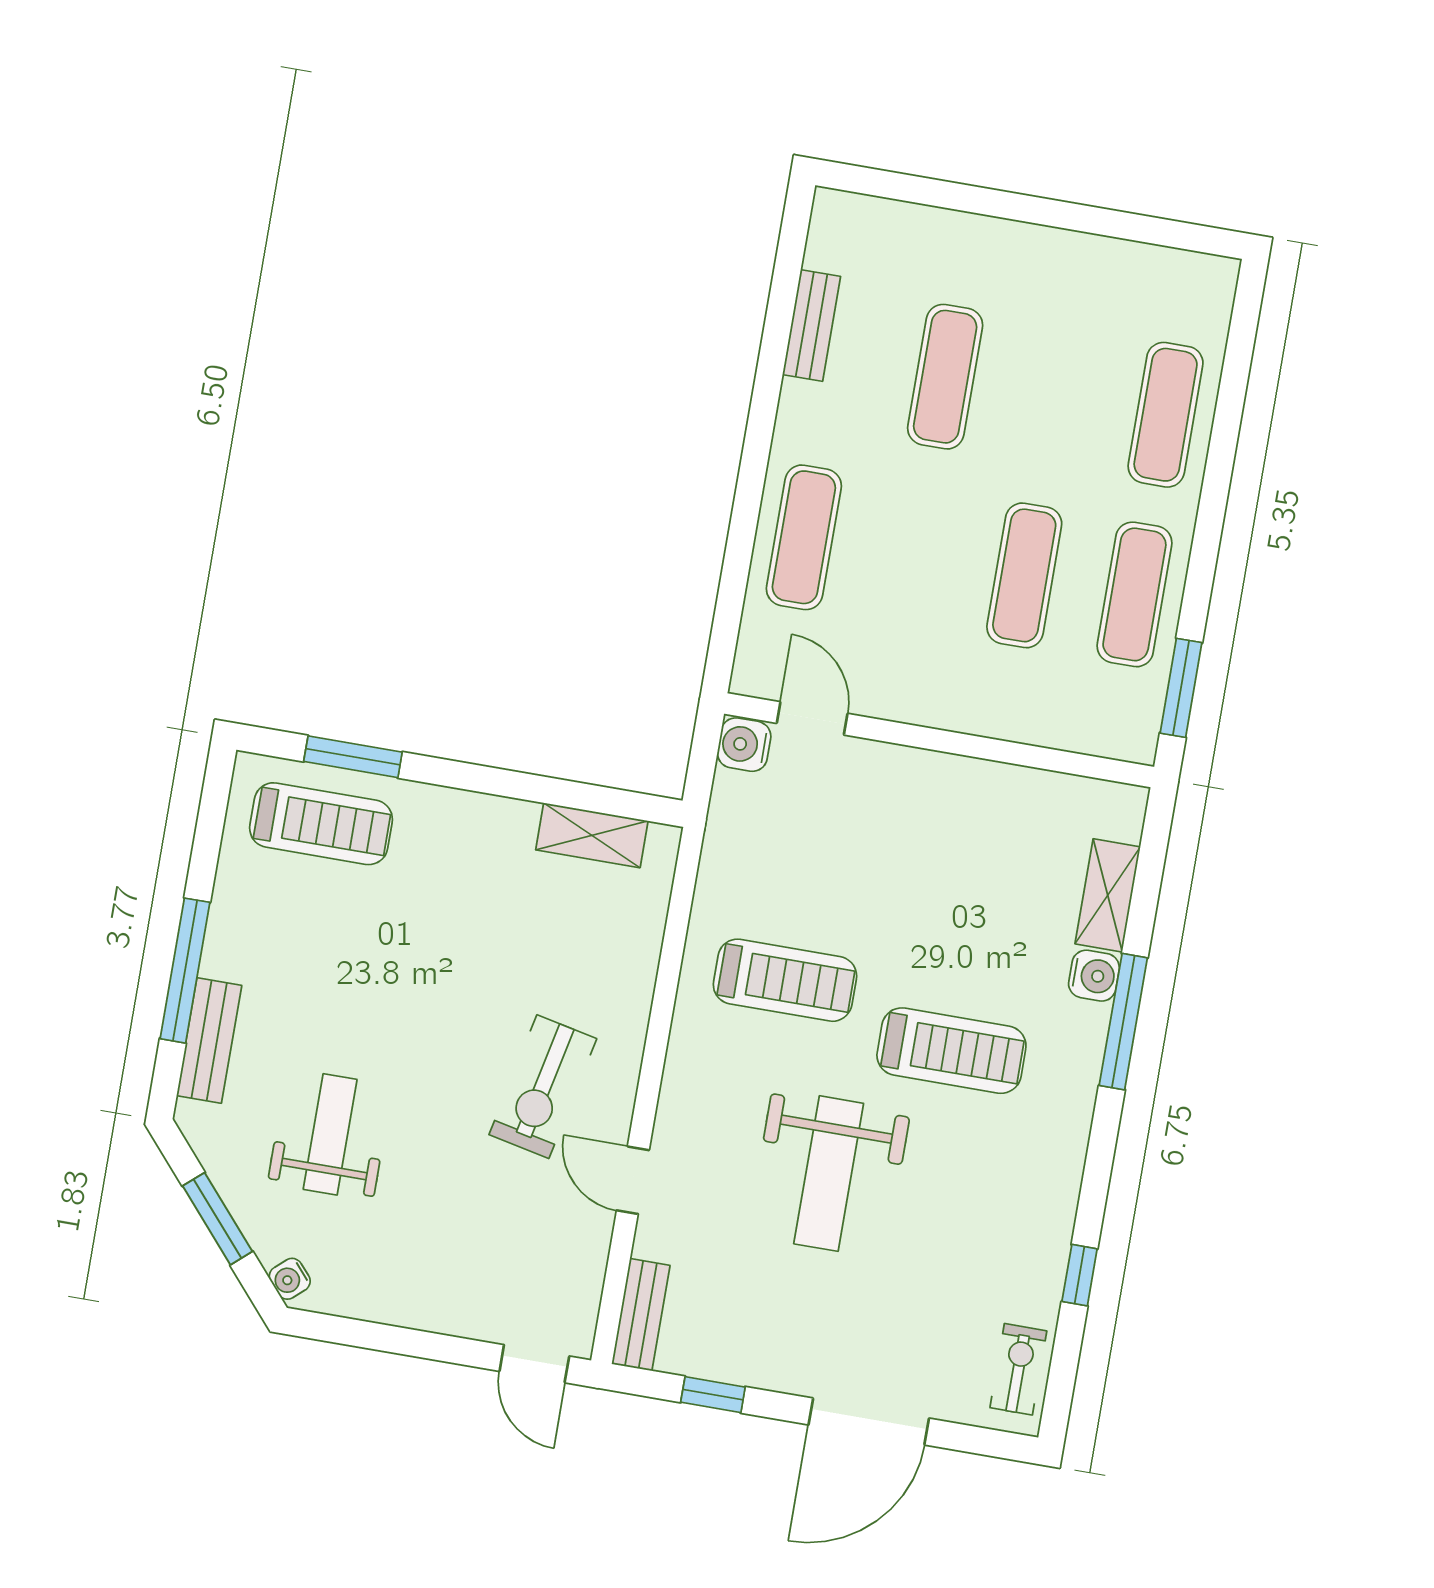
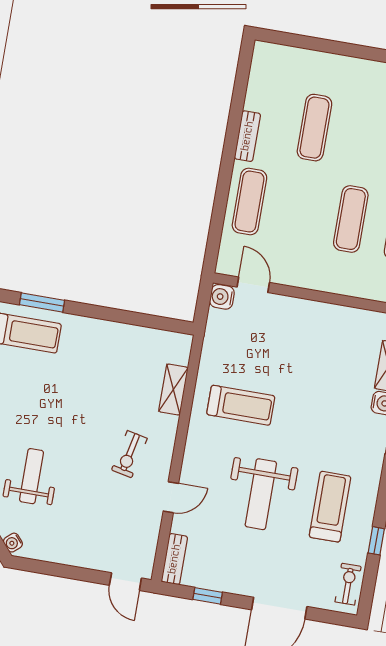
bench: (812, 326) -> (247, 136), moved
shelving: (592, 835) -> (173, 390), moved, turned 90
treadmill: (951, 1051) -> (330, 507), moved, turned -90
exercise bike: (543, 1087) -> (129, 454), width x0.73, depth x0.72
door: (633, 1180) -> (171, 497), swing flipped

